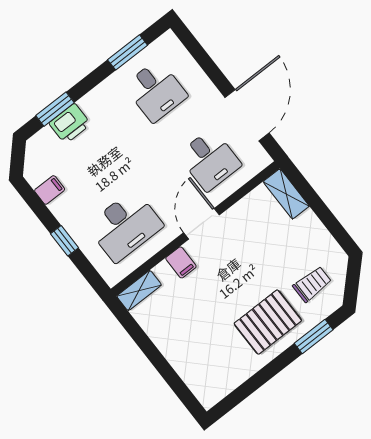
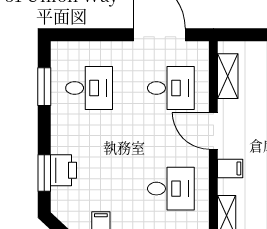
shelving: (286, 194) -> (228, 76), moved, turned 90
desk: (125, 226) -> (171, 189), width x0.73

